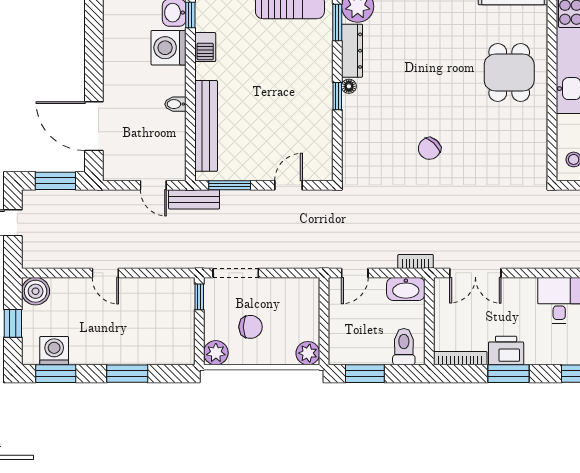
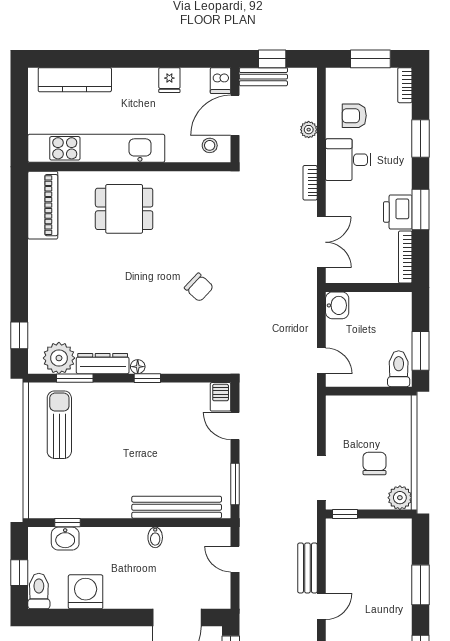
barbecue: (205, 47) -> (221, 397), moved, turned -90
washing machine: (169, 48) -> (86, 592), moved, turned 180
door: (153, 185) -> (235, 559), swing flipped
bench: (194, 199) -> (307, 568), moved
bookcase: (416, 261) -> (310, 183), moved
washbasin: (406, 289) -> (337, 305), width x0.72
toilet: (404, 347) -> (399, 369), moved, turned 90
plant: (308, 353) -> (400, 407), removed

